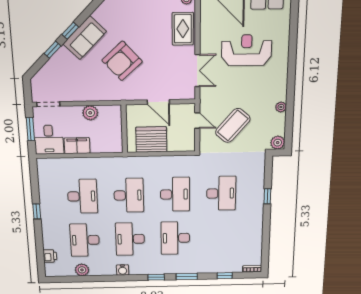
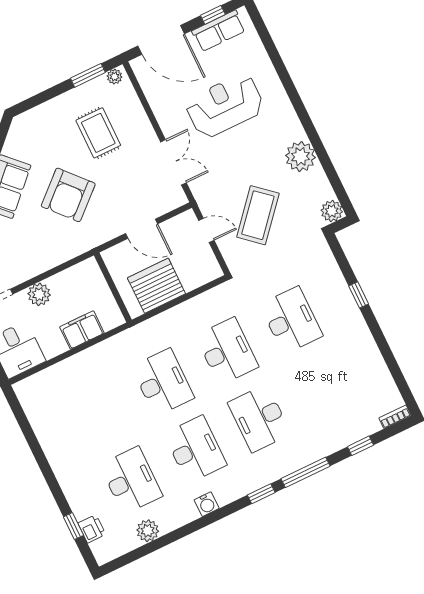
rug: (183, 29) -> (98, 133), moved
plant: (281, 107) -> (301, 157), width x1.88, depth x1.88
plant: (90, 113) -> (39, 294), moved
filing cabinet: (77, 146) -> (82, 330), moved
desk: (82, 196) -> (99, 413), removed
window: (37, 211) -> (73, 526), moved
desk: (130, 239) -> (195, 449), turned 180
desk: (85, 240) -> (131, 480), turned 180
window: (187, 276) -> (305, 472), width x1.44

